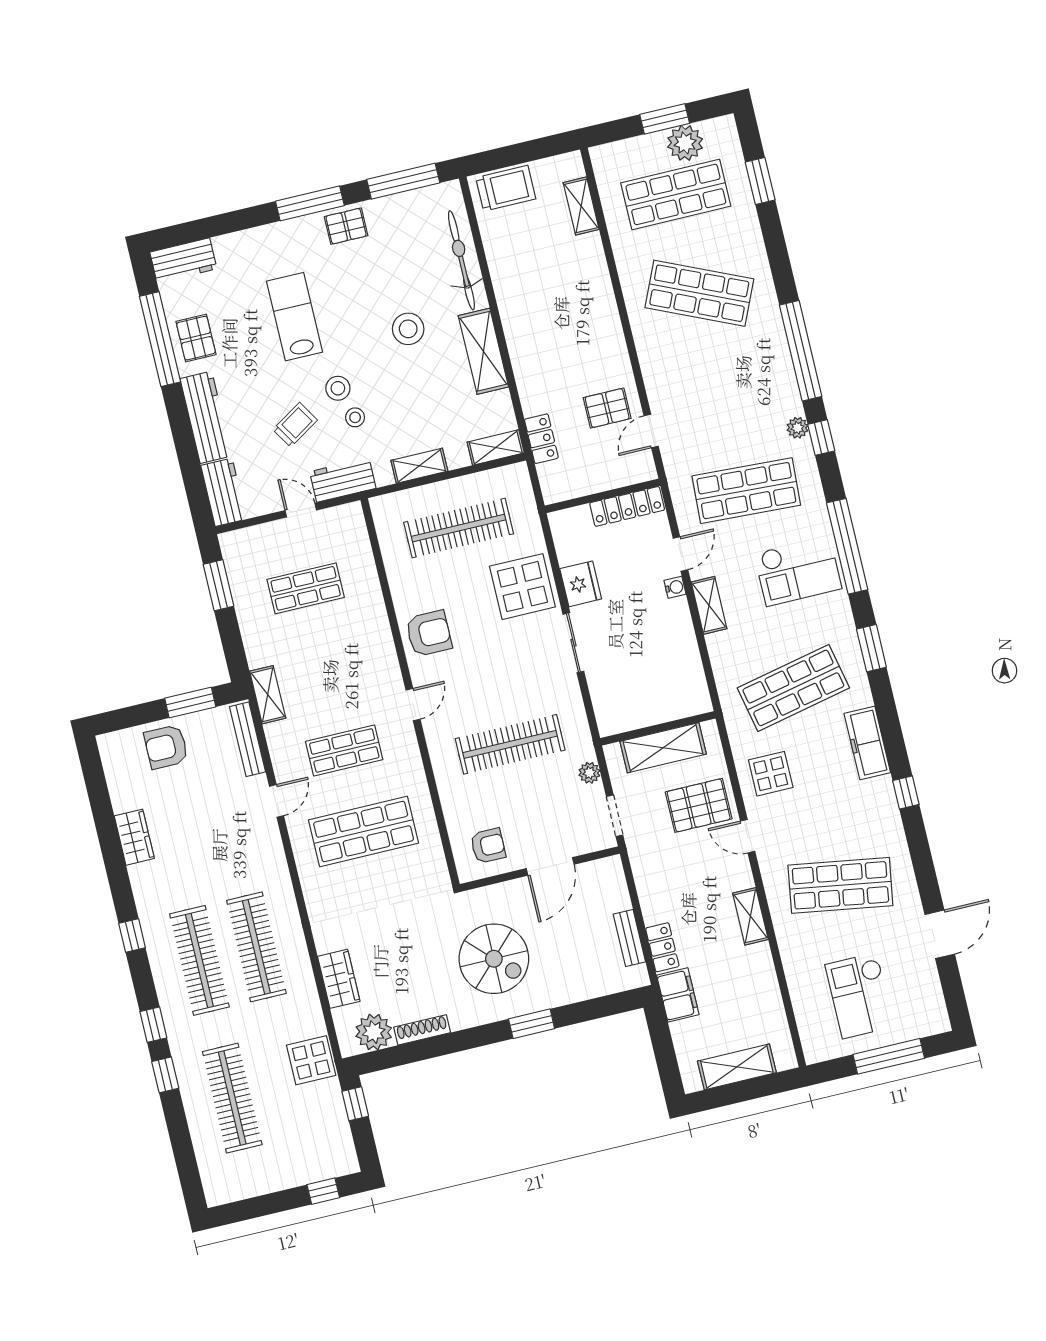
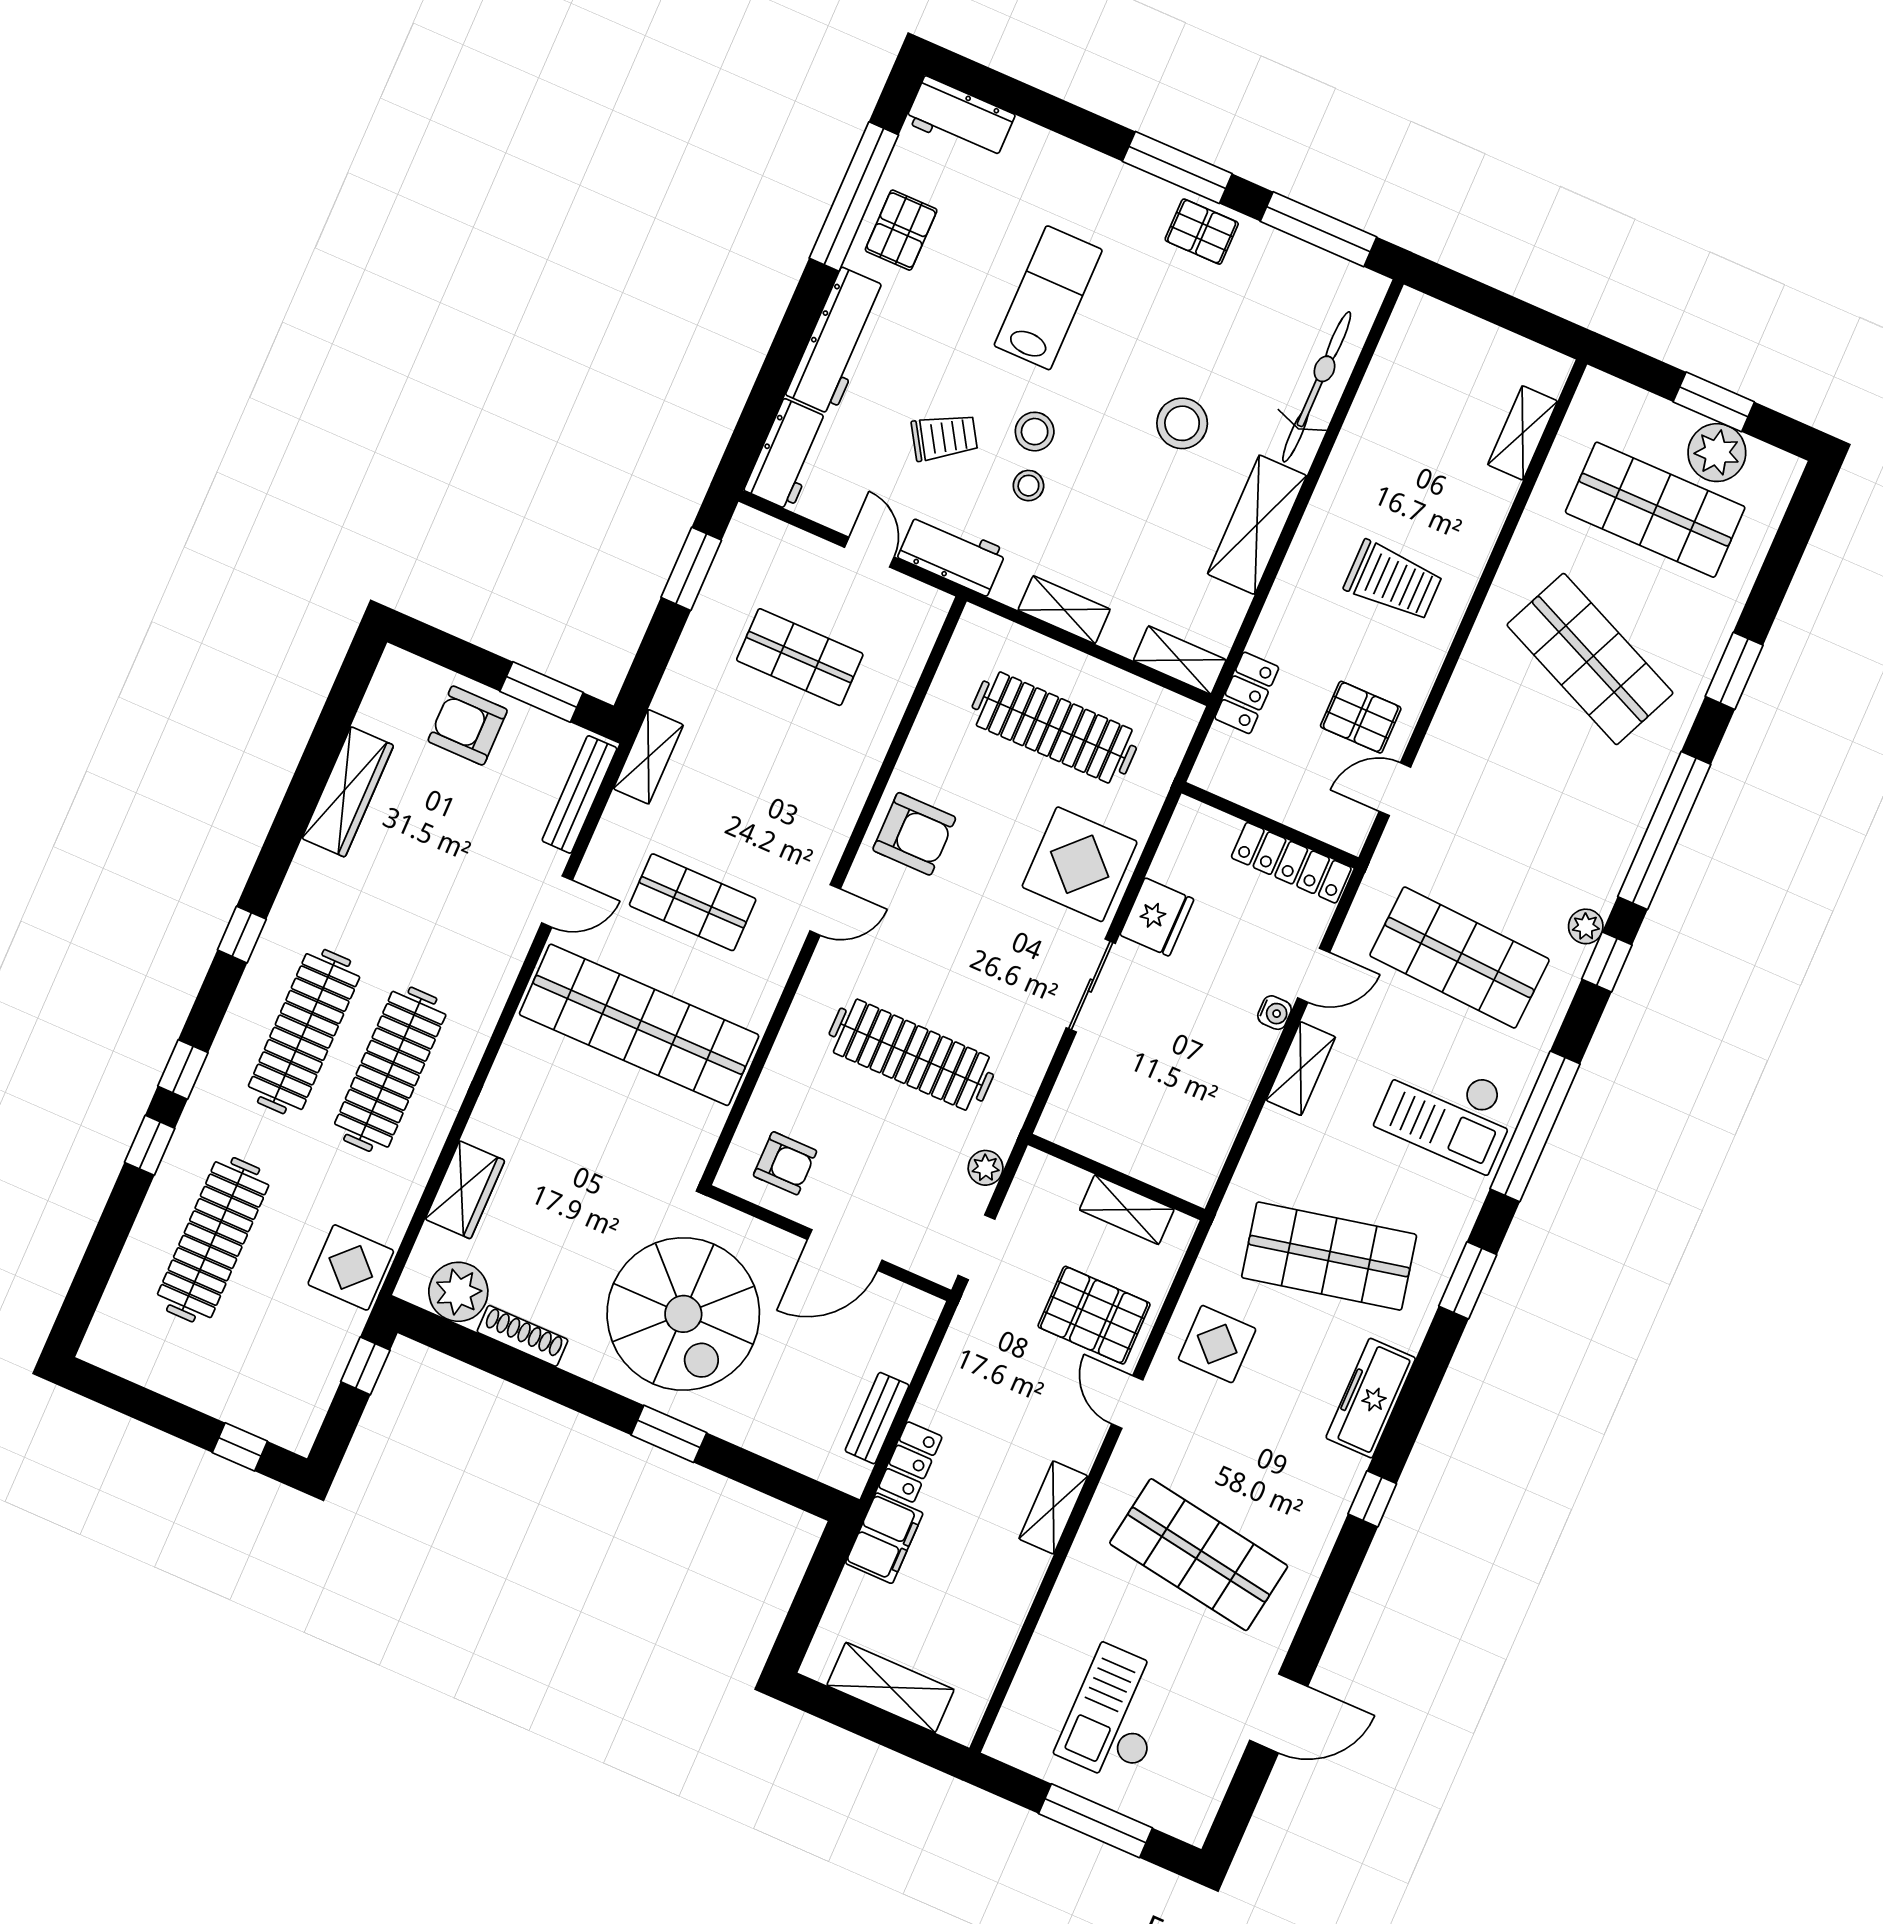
window: (760, 181) -> (1734, 671), moved
trolley: (506, 188) -> (1393, 581), moved
shelving: (663, 748) -> (1127, 1210), width x0.67, depth x0.75
shop shelf: (364, 832) -> (639, 1025), width x1.40
wardrobe: (134, 837) -> (348, 792), width x1.50
spiral stairs: (494, 959) -> (683, 1314), width x1.37, depth x1.37

